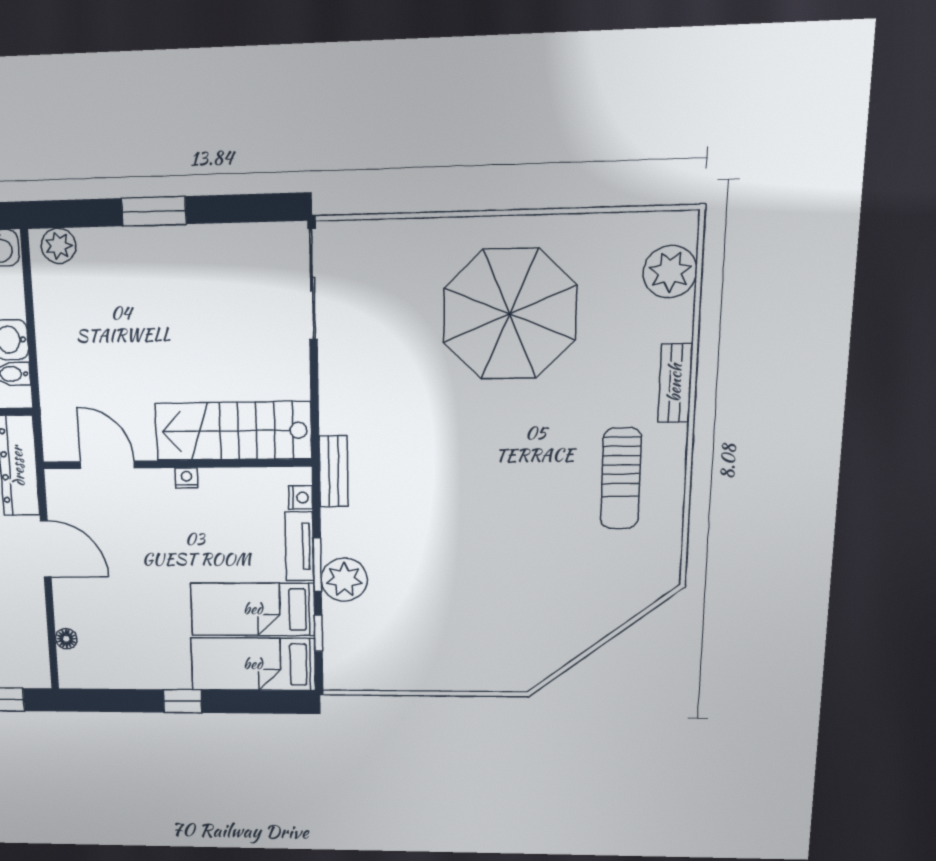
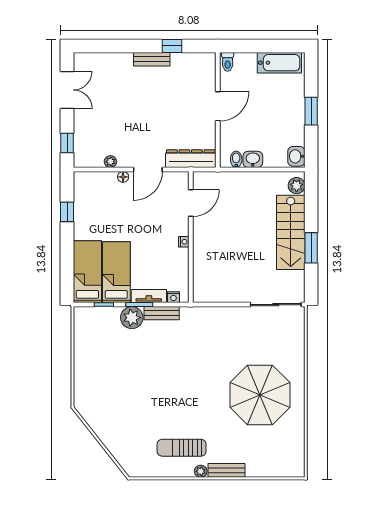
window: (154, 211) -> (311, 248), moved
plant: (670, 272) -> (201, 471), moved, width x0.53, depth x0.53
stairs: (233, 431) -> (291, 232), moved, turned 180
bench: (334, 471) -> (162, 313), moved
plant: (35, 620) -> (110, 162), added
floor lamp: (66, 639) -> (123, 177), moved
window: (183, 701) -> (67, 212), moved

